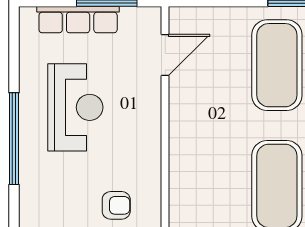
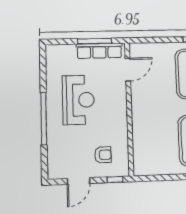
row of seats: (78, 20) -> (99, 51), moved

